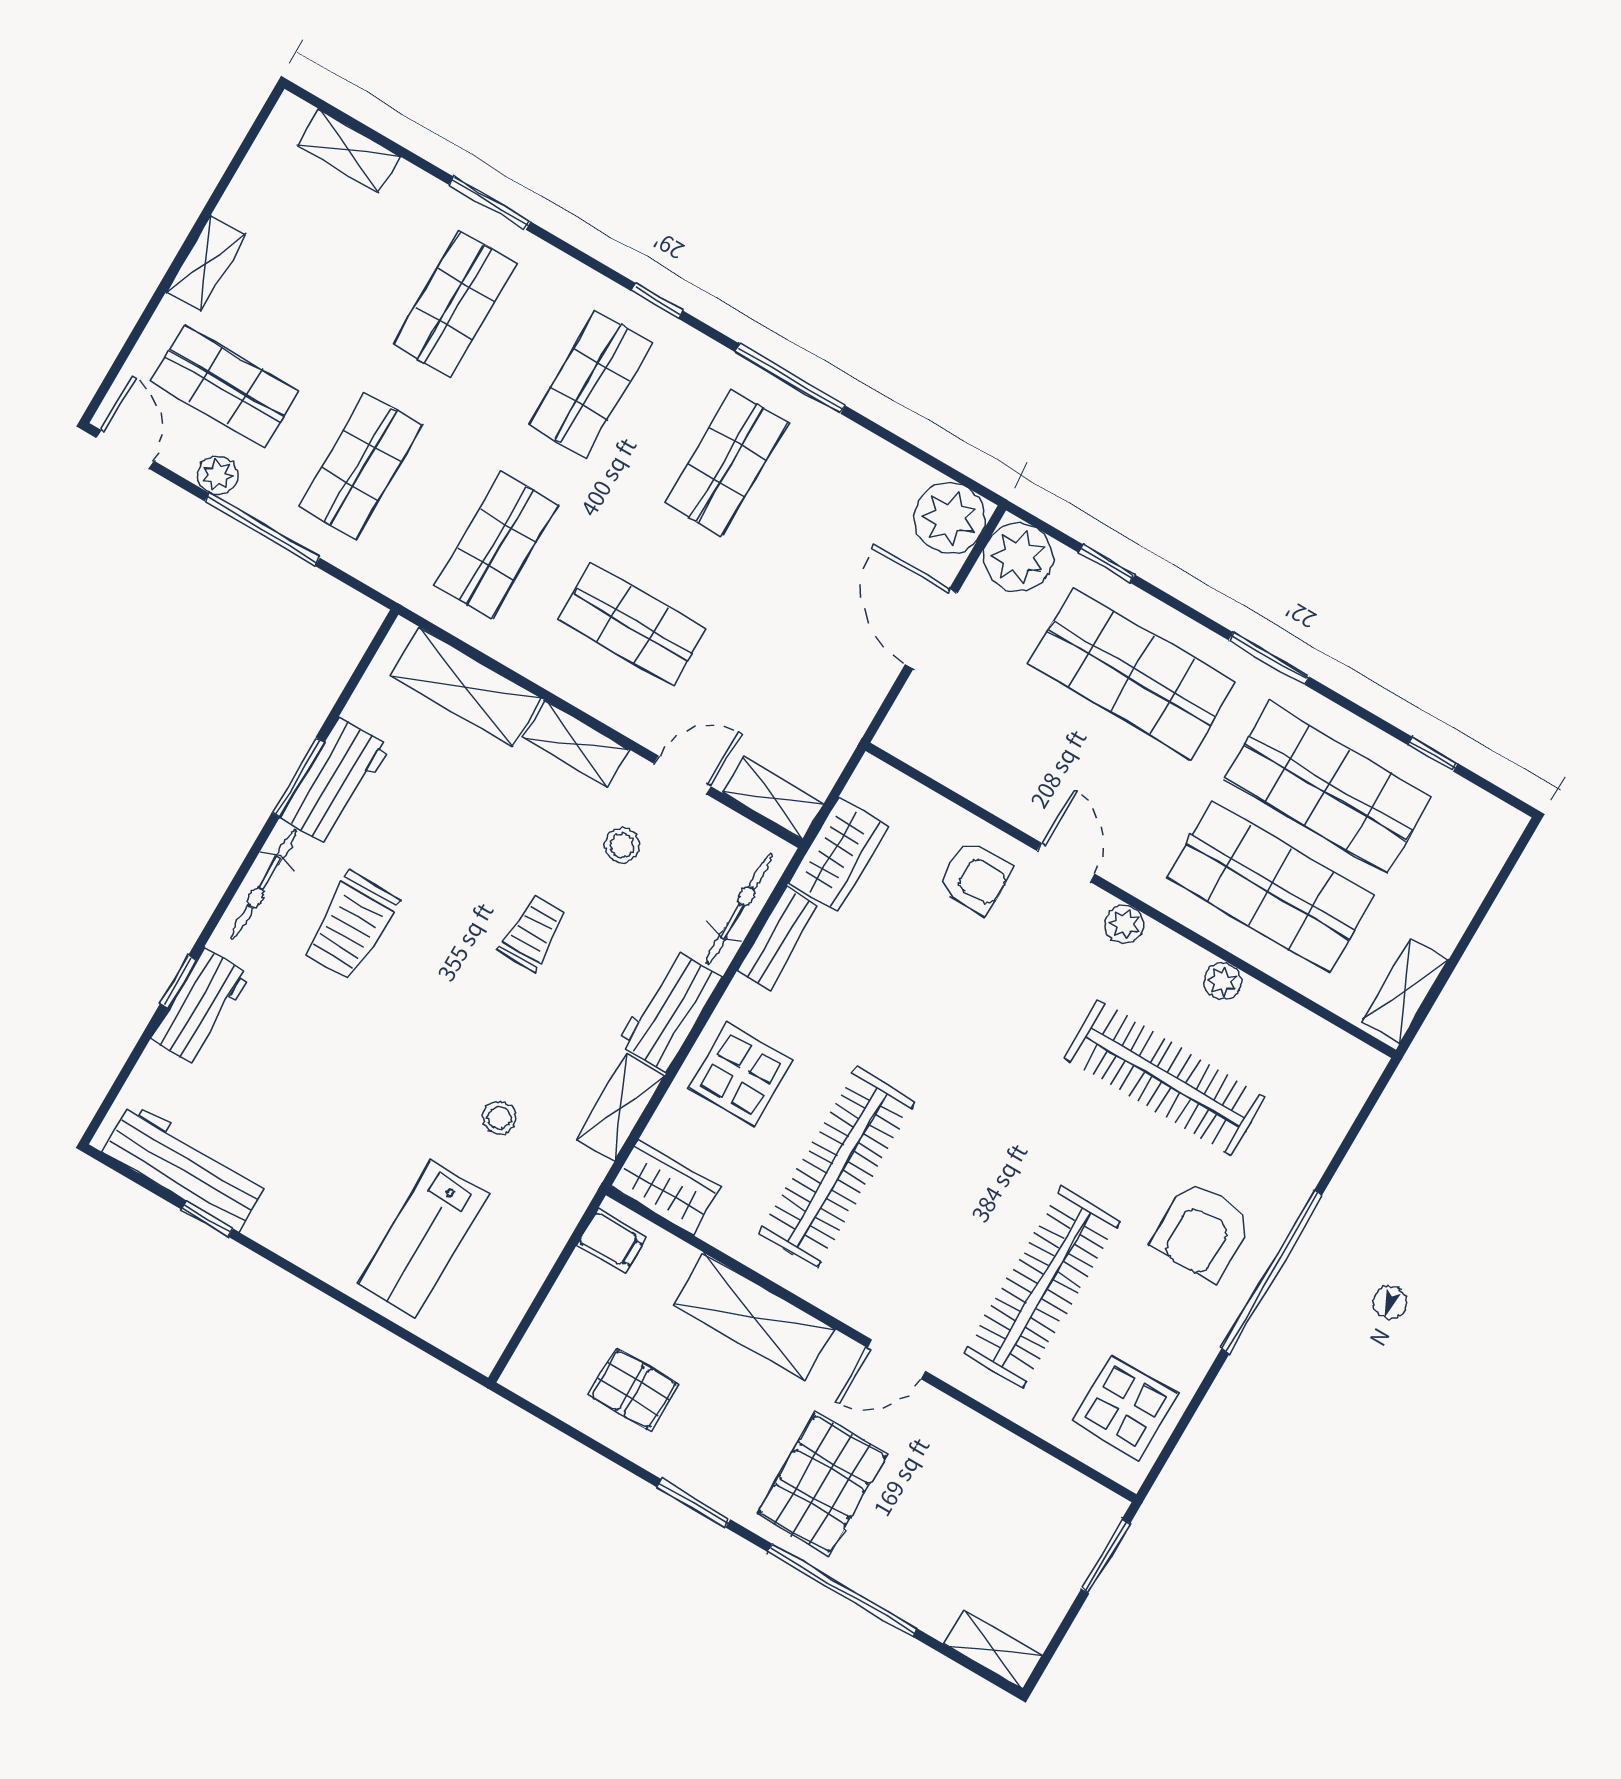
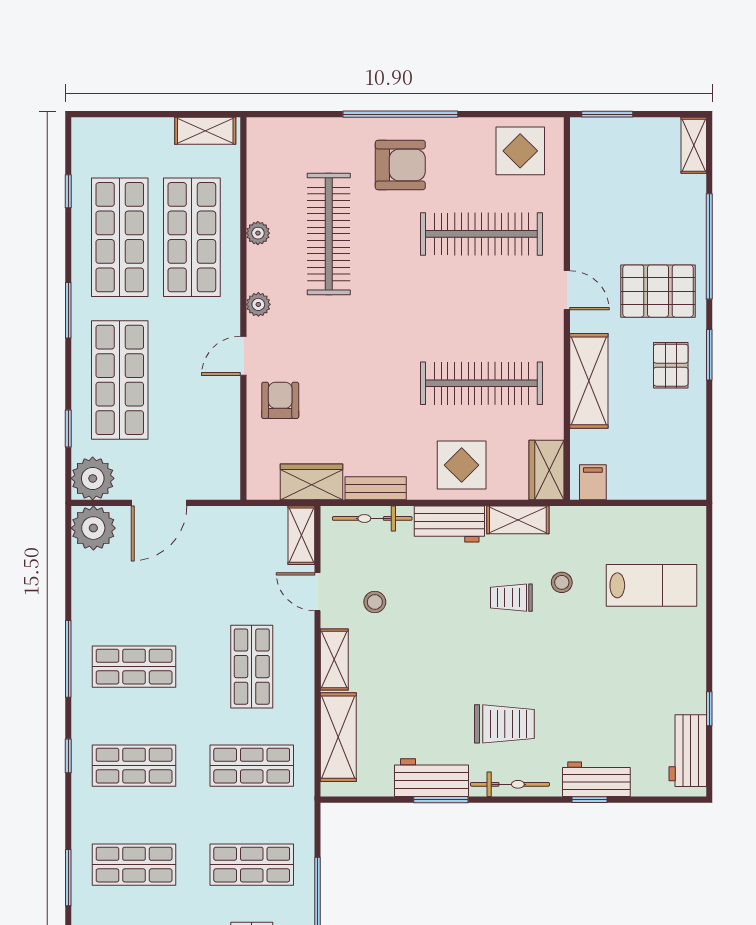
trolley: (533, 932) -> (511, 598), moved
workbench: (185, 1167) -> (688, 751), width x0.73
pallet: (634, 1390) -> (671, 365), moved

